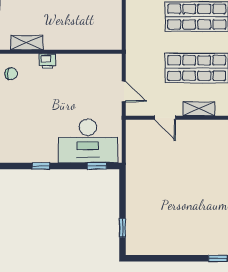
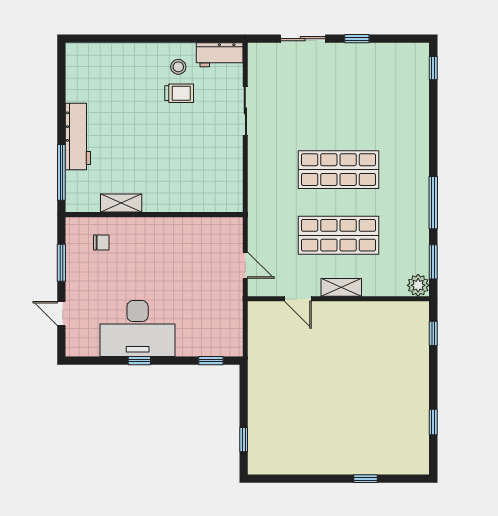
printer: (47, 61) -> (147, 227), removed
desk: (88, 141) -> (138, 328), moved

